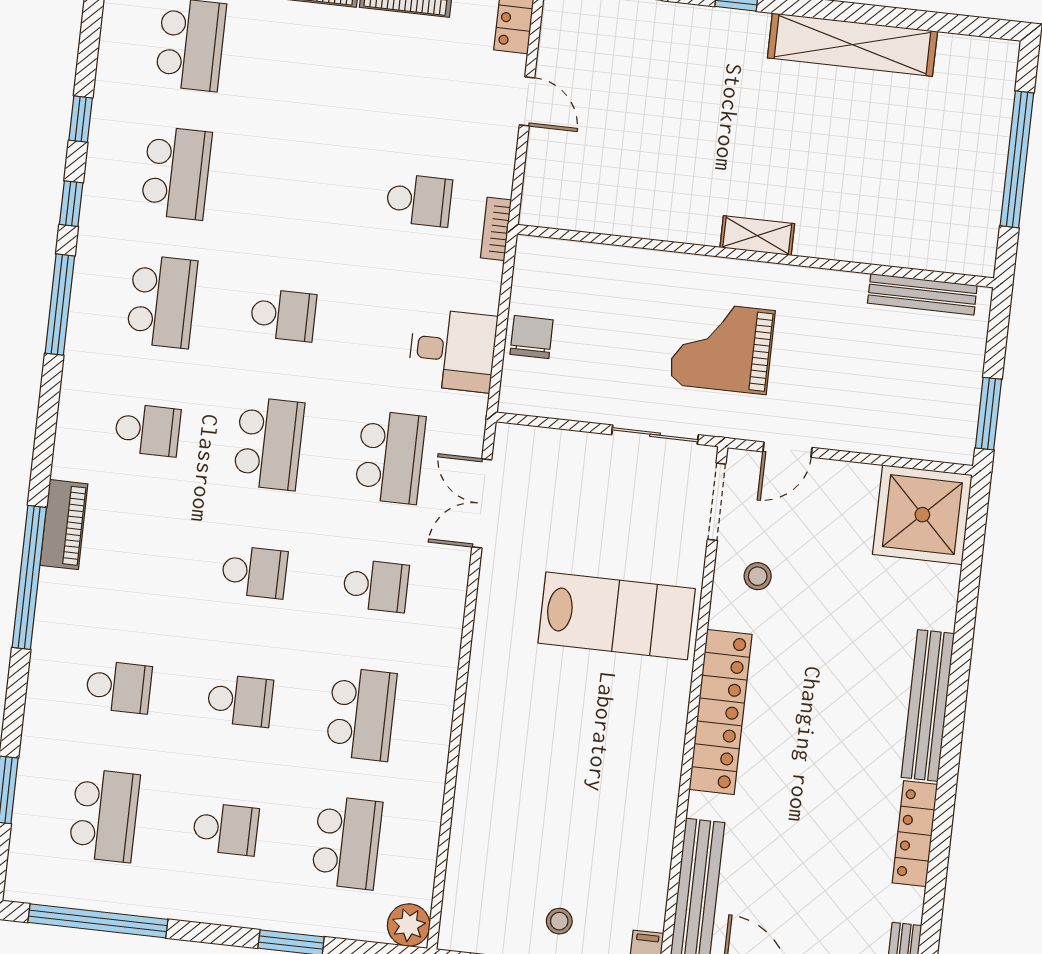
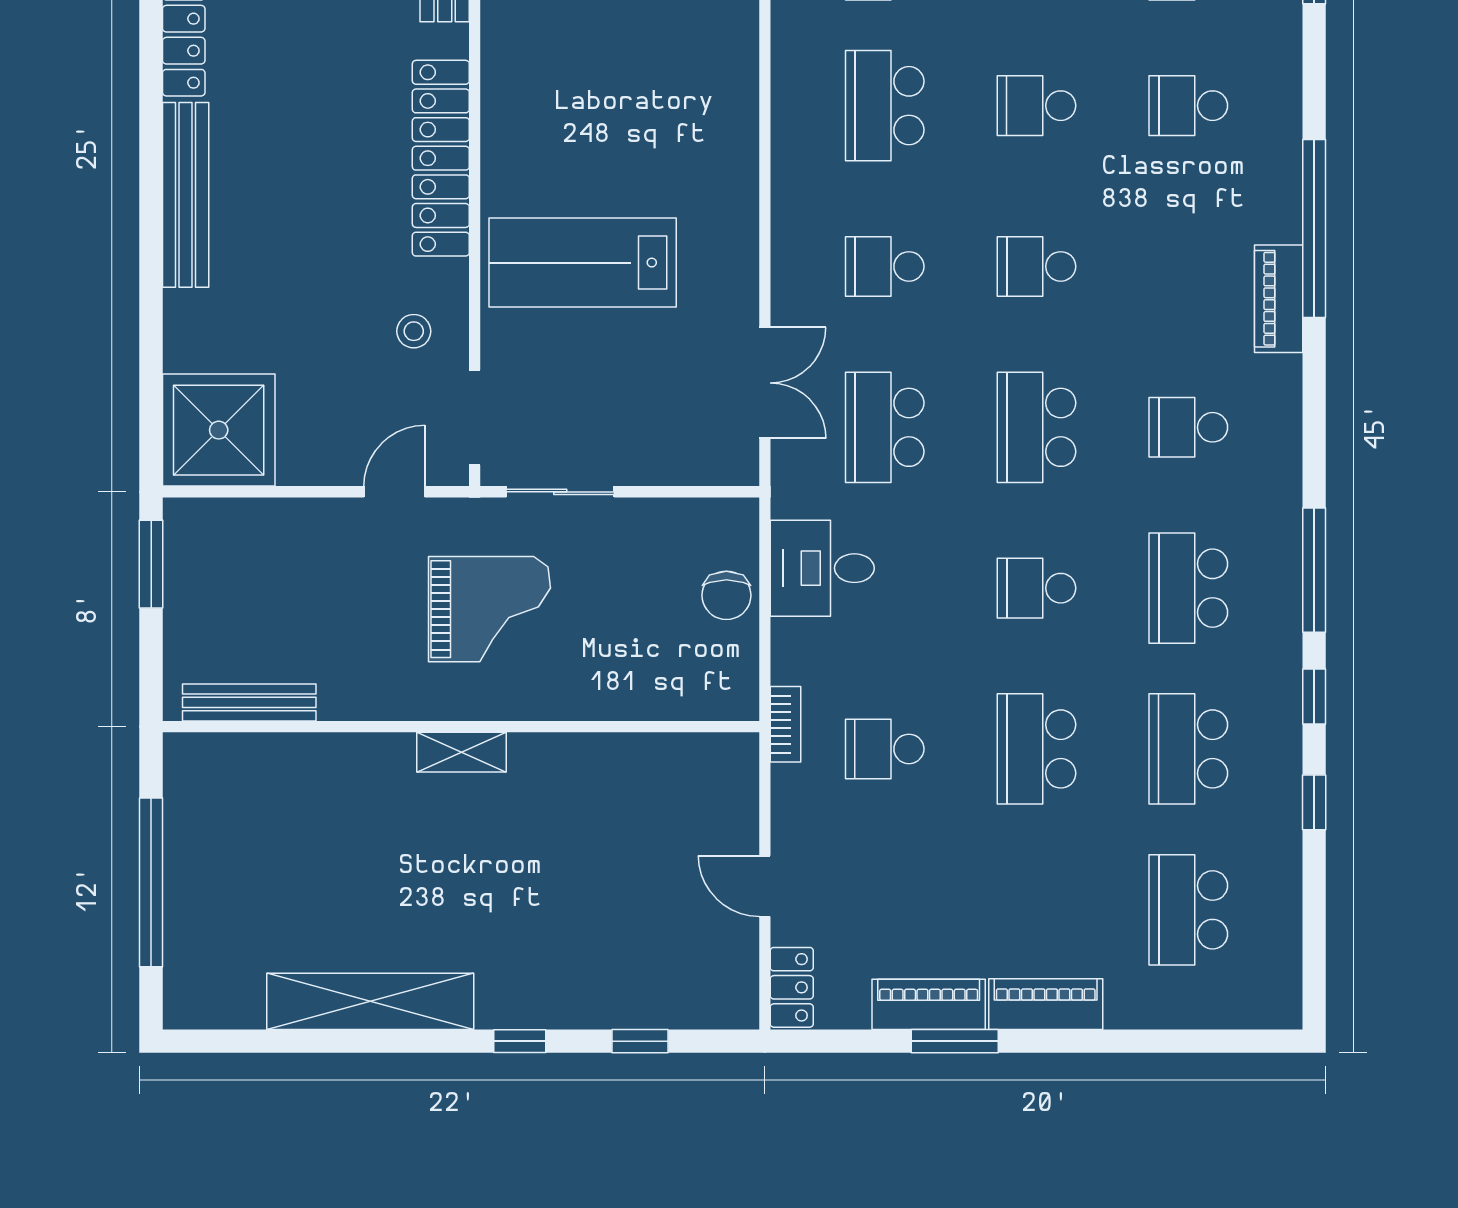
school desk: (298, 187) -> (1036, 749), added

